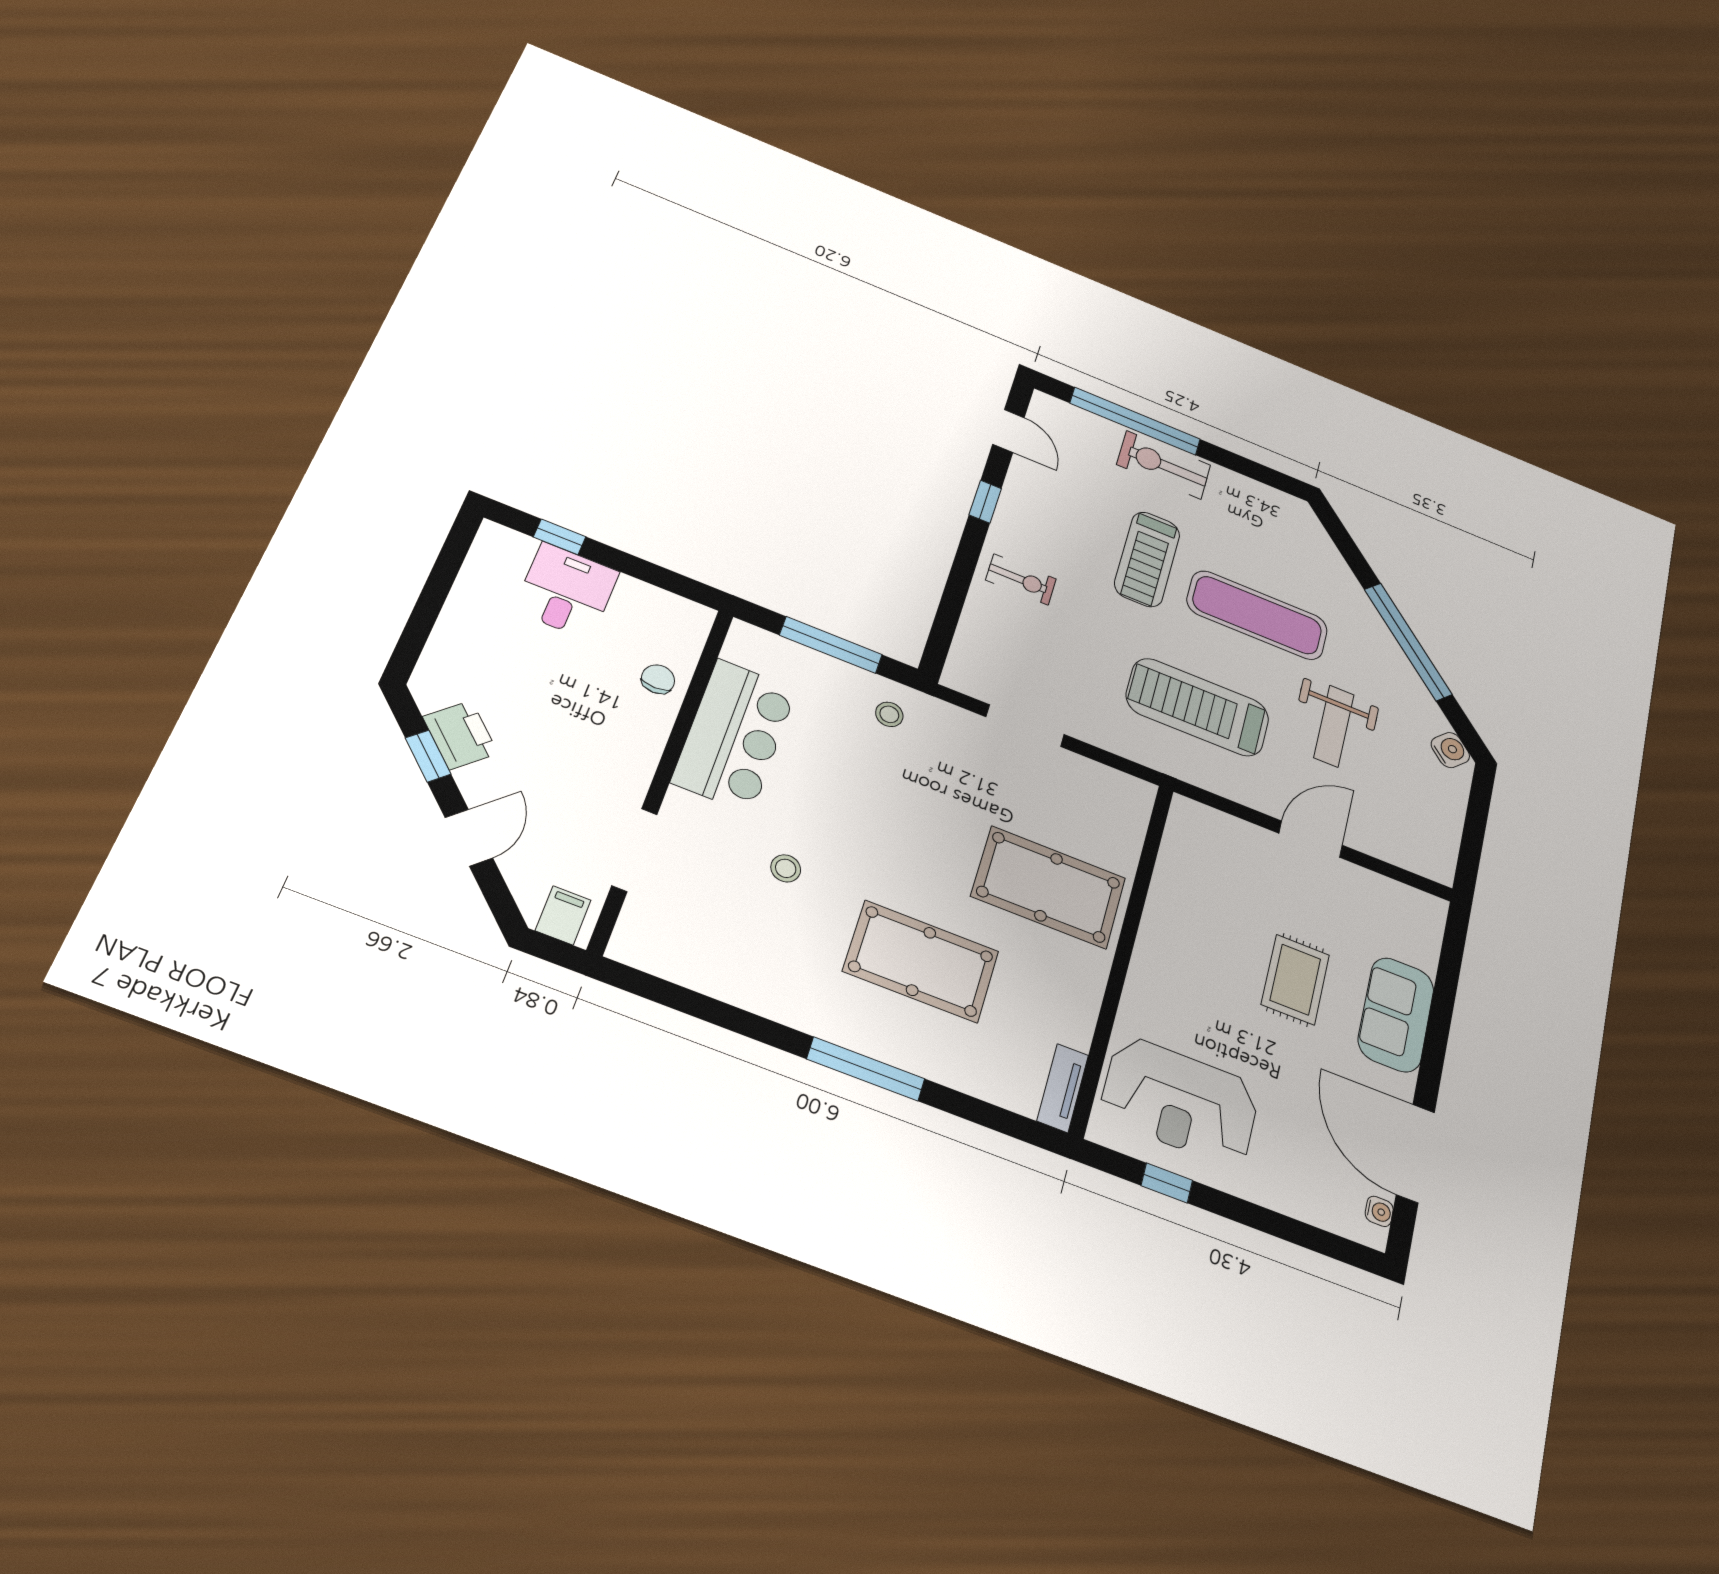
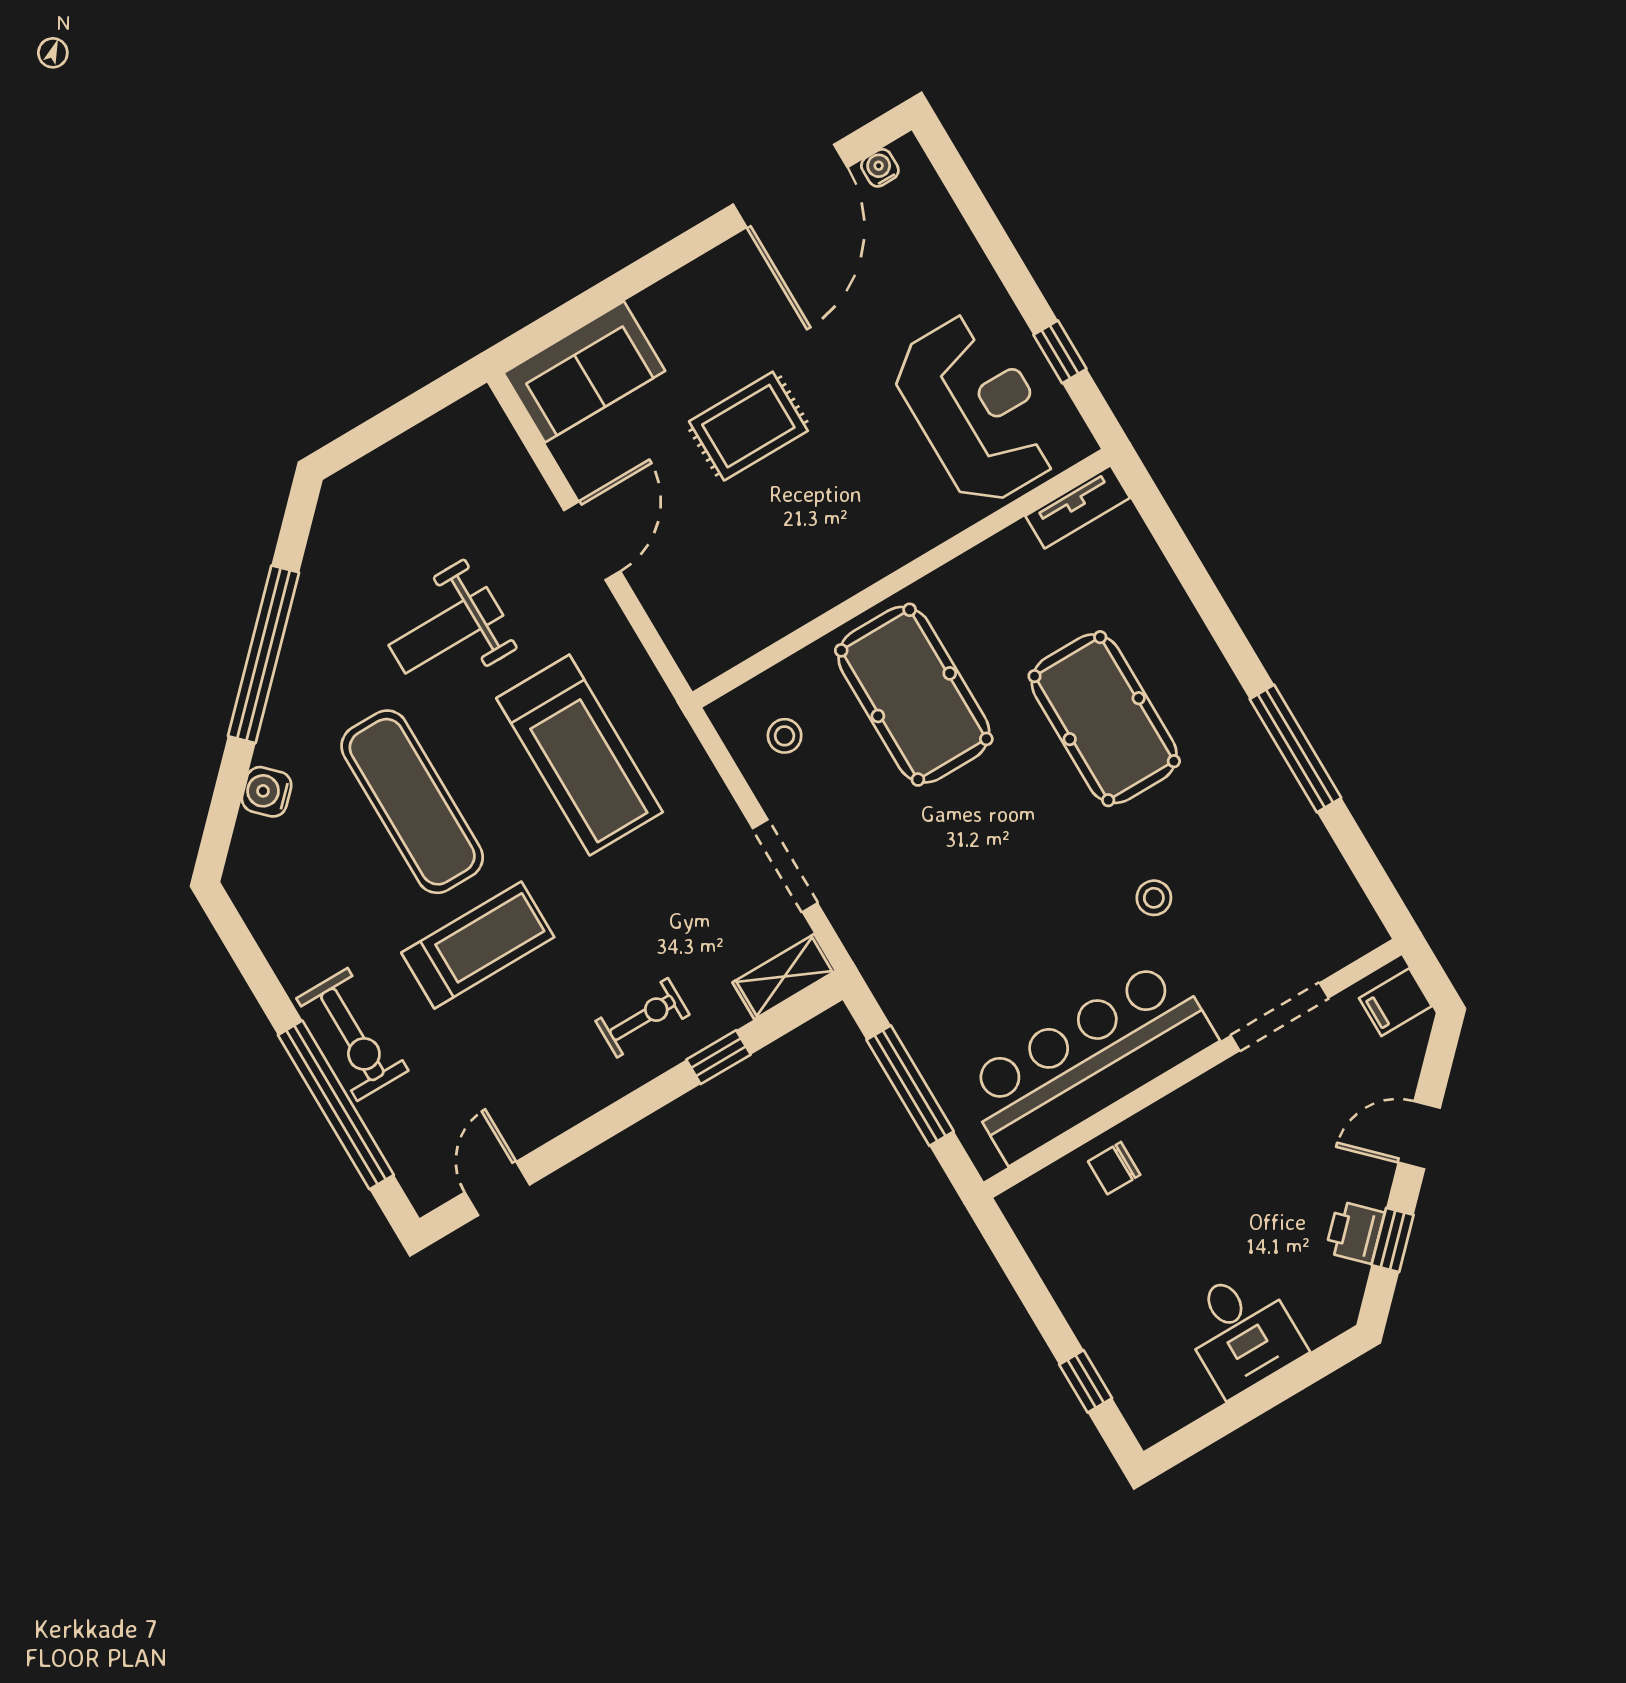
window: (985, 502) -> (718, 1057), moved
exercise bike: (1021, 579) -> (642, 1018), turned 90
desk: (566, 591) -> (1242, 1332), moved, turned -90
shelving: (964, 659) -> (784, 977), added
stool: (889, 714) -> (785, 736), moved
weight bench: (1334, 726) -> (446, 630), turned 180
printer: (460, 735) -> (1355, 1232), width x0.73, depth x0.81
bar counter: (734, 735) -> (1089, 1061), width x1.36
water cooler: (1450, 750) -> (267, 792), moved
door: (1311, 839) -> (592, 541), swing flipped
sofa: (1396, 1015) -> (584, 372), moved
window: (866, 1069) -> (1295, 748), moved

